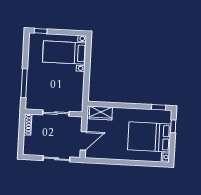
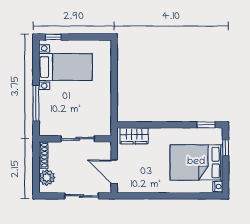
bed with nightstands: (64, 53) -> (66, 67), moved, turned 180
door: (83, 141) -> (114, 172), swing flipped
plant: (30, 143) -> (47, 178), added

